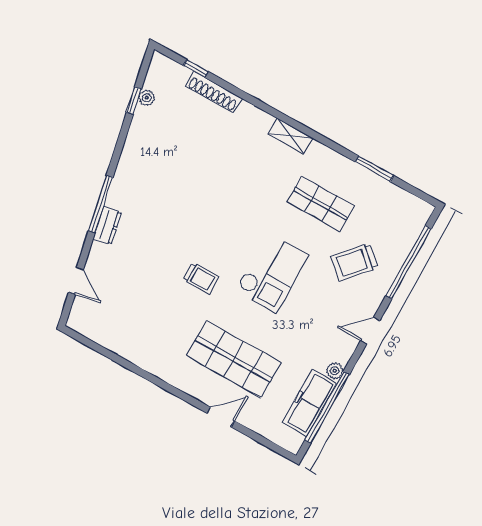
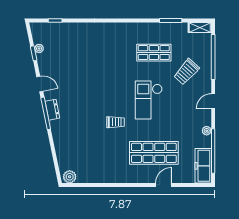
shoe rack: (214, 92) -> (70, 27), removed
shelving: (290, 136) -> (200, 28), moved
dresser: (107, 225) -> (52, 110), moved
checkout: (272, 273) -> (149, 100), turned 180
door: (76, 281) -> (40, 84), moved
plant: (83, 323) -> (70, 177), added
freezer: (309, 403) -> (203, 166), moved

